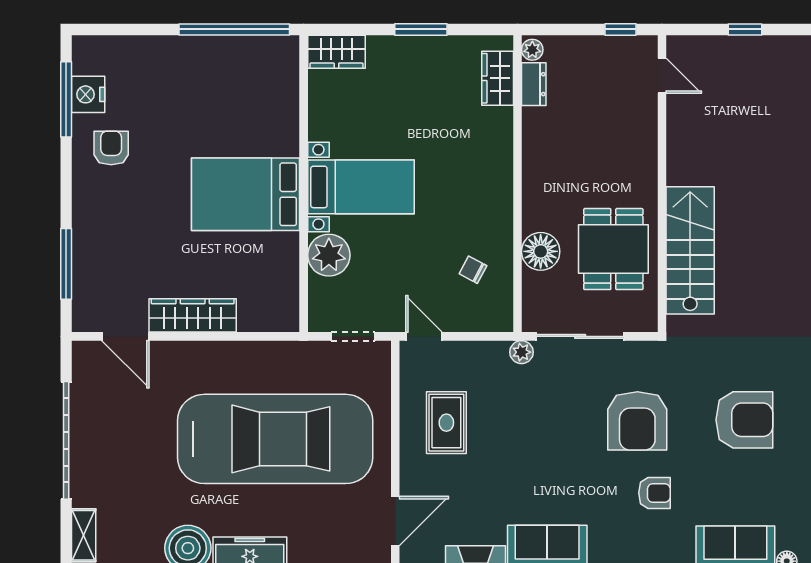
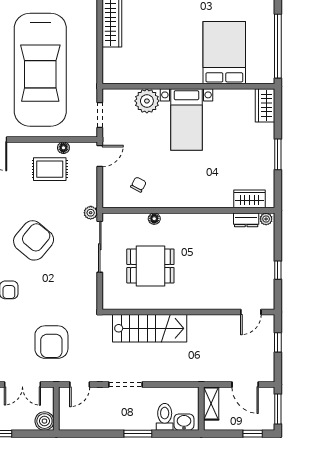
door: (662, 76) -> (251, 312), moved
wall: (662, 184) -> (188, 312), moved
bed: (246, 194) -> (224, 53), moved
stairs: (690, 250) -> (150, 328), moved
floor lamp: (541, 251) -> (154, 219), width x0.53, depth x0.53
floor lamp: (410, 399) -> (63, 148), added
armchair: (637, 421) -> (34, 240), moved, turned 130

